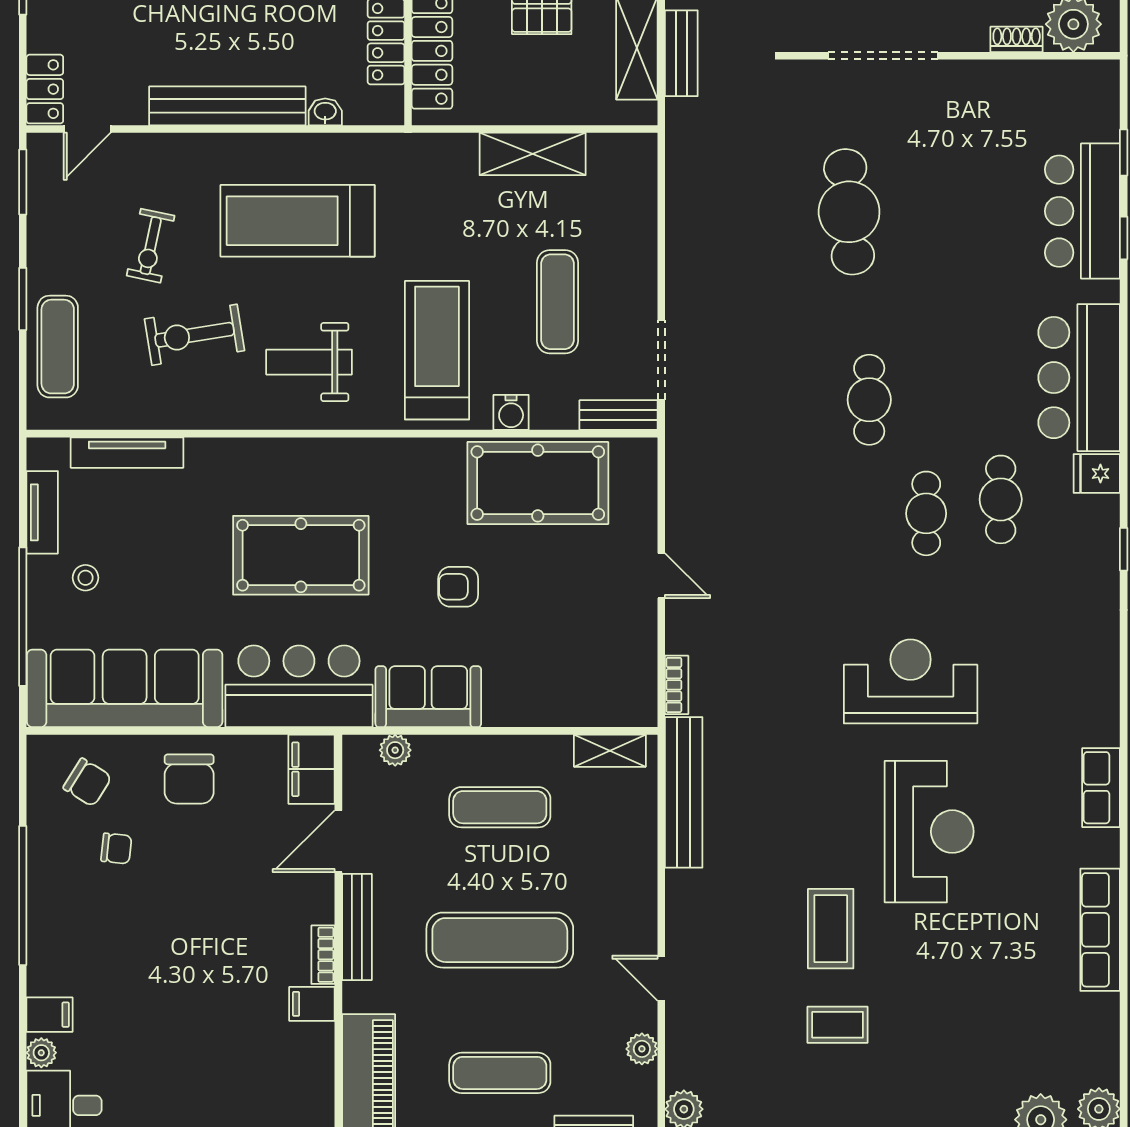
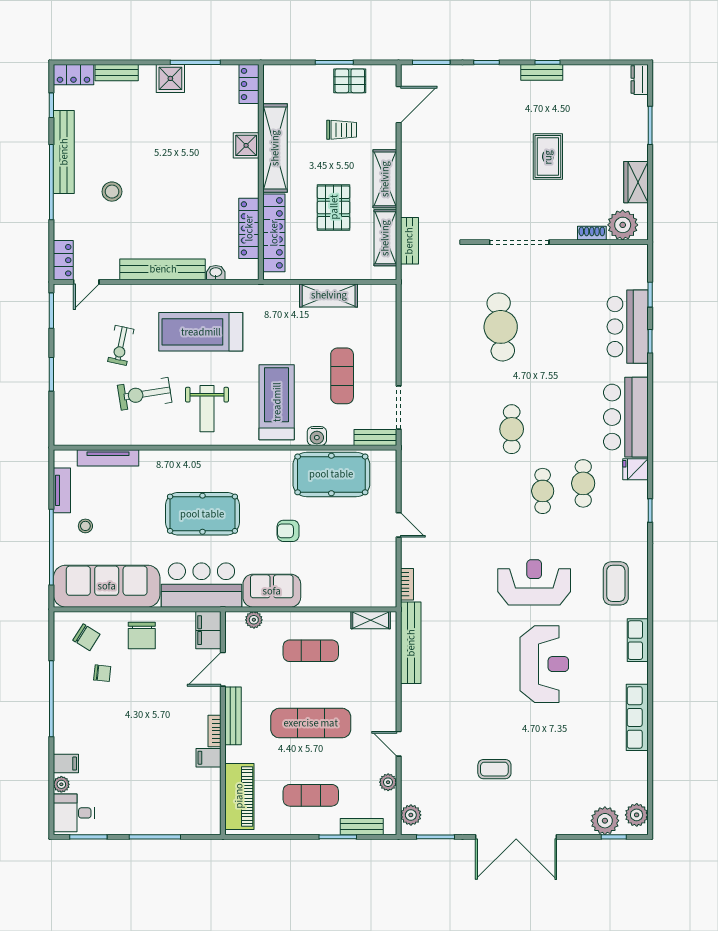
exercise mat: (58, 347) -> (70, 400), removed
weight bench: (309, 362) -> (207, 409), turned -90
coffee table: (831, 929) -> (616, 583), moved

